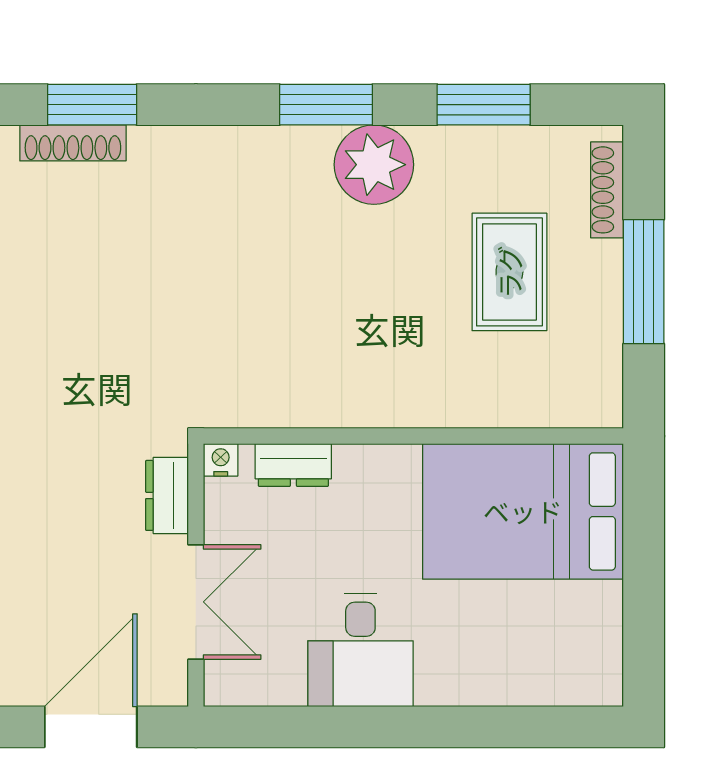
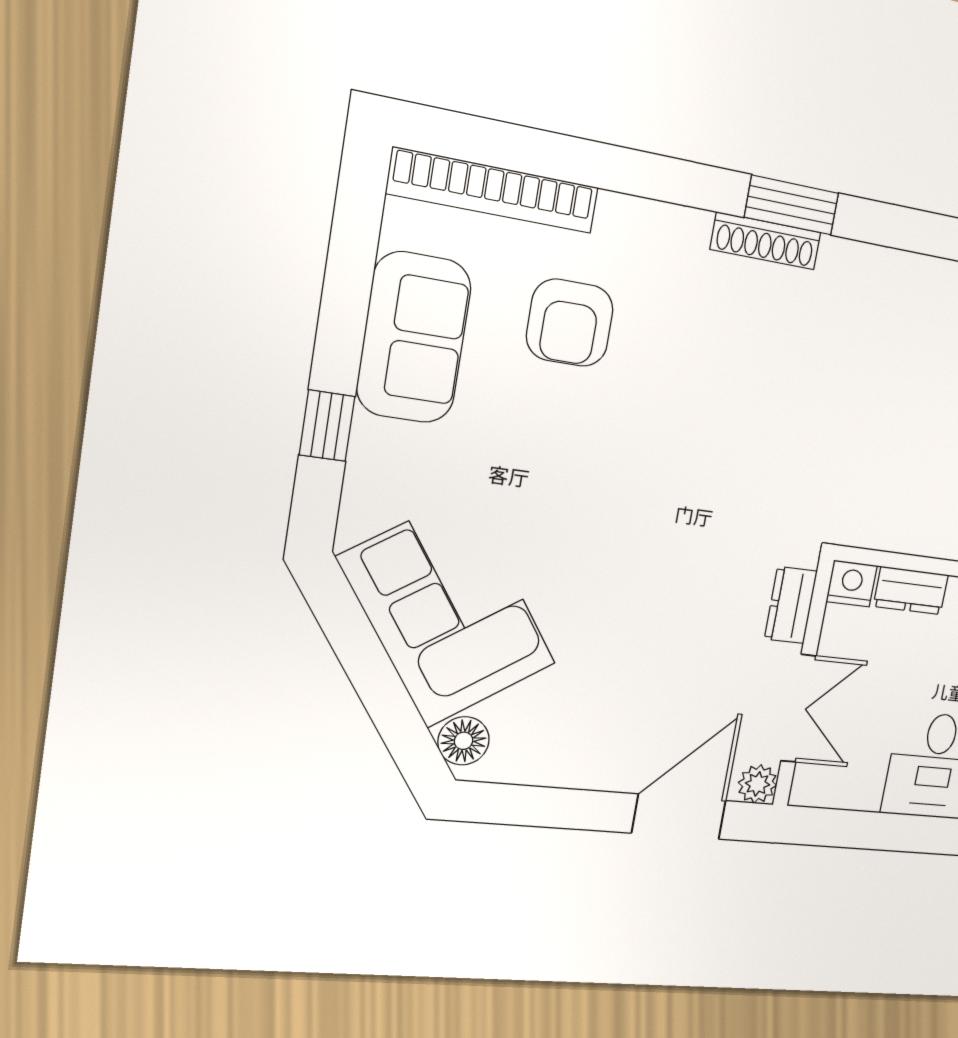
nightstand: (221, 460) -> (852, 584), width x1.39, depth x1.35
plant: (167, 686) -> (758, 784), added

